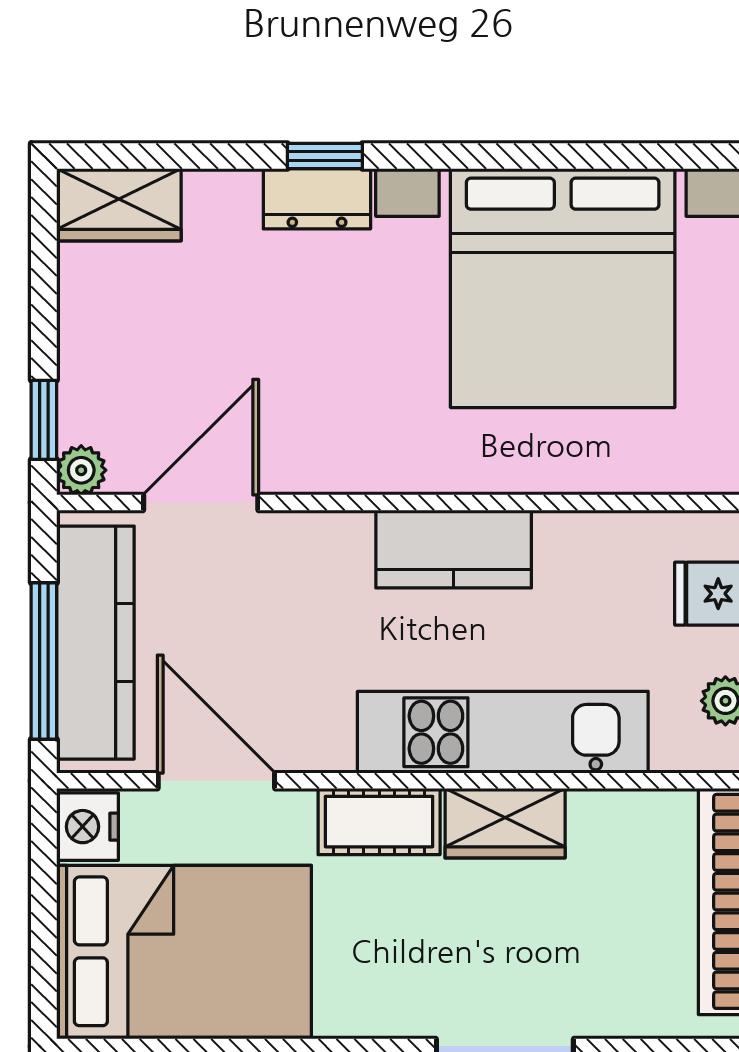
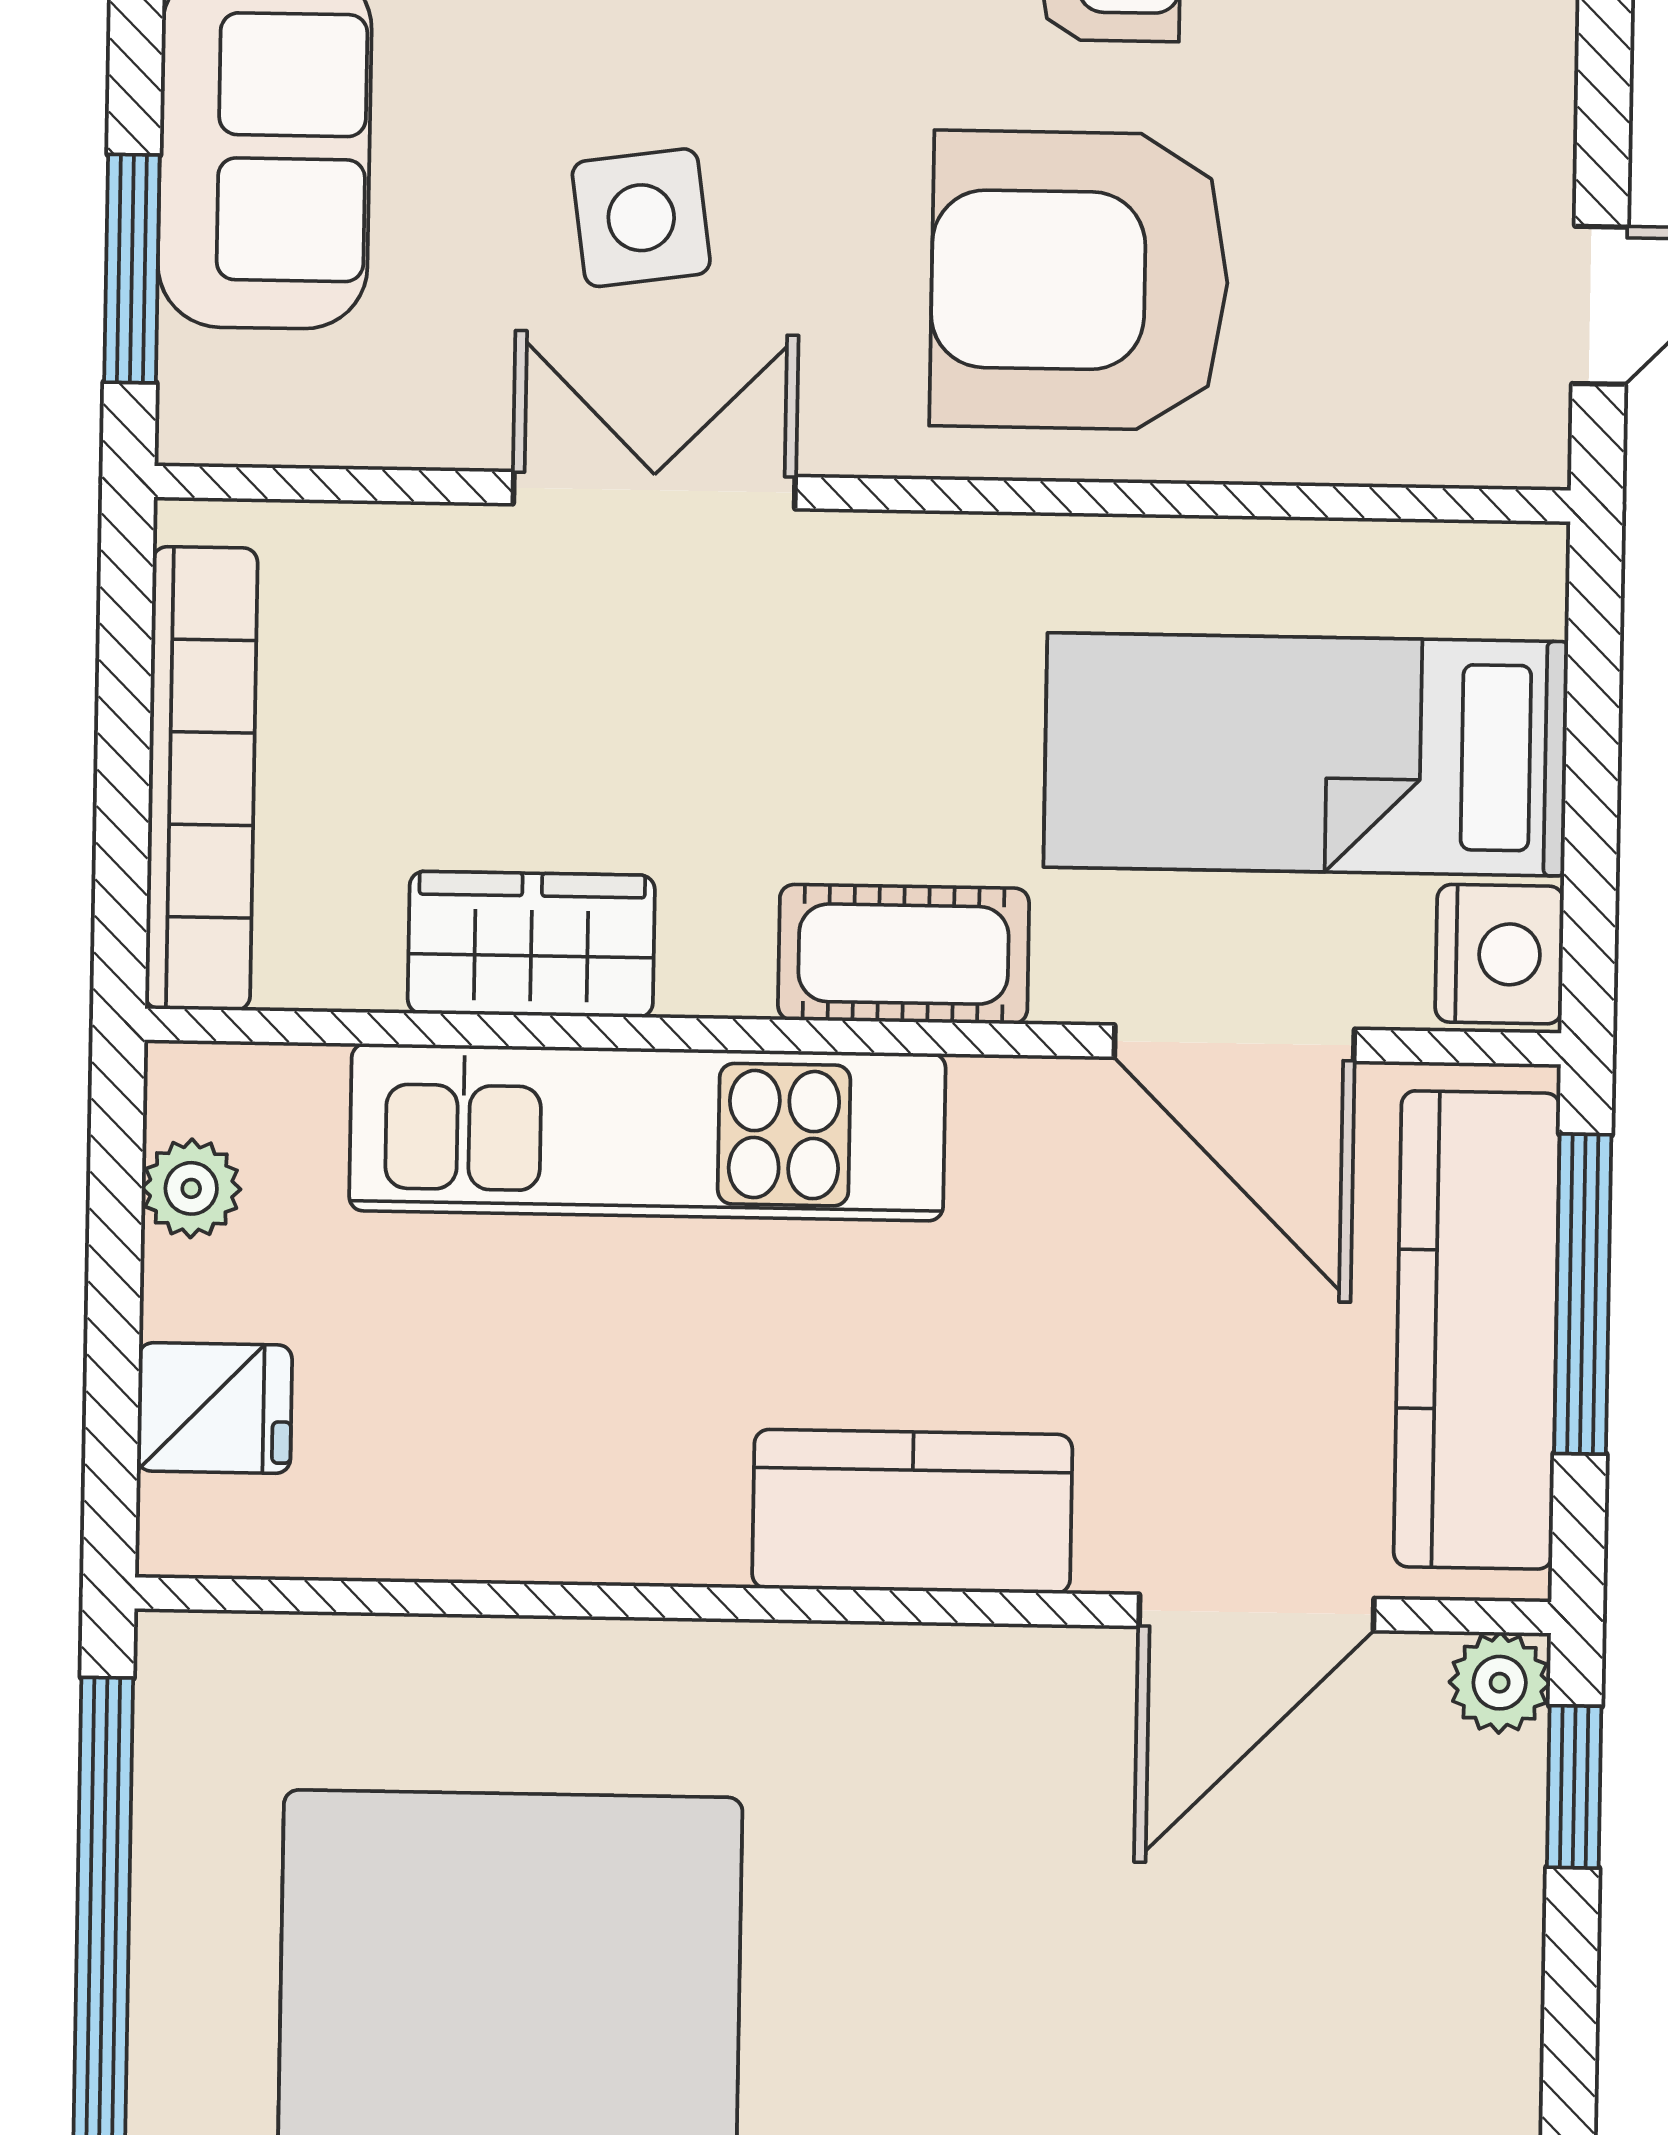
kitchen counter: (454, 549) -> (912, 1511), moved
wardrobe: (505, 823) -> (531, 944), moved
bed: (184, 951) -> (1306, 754), width x0.67

